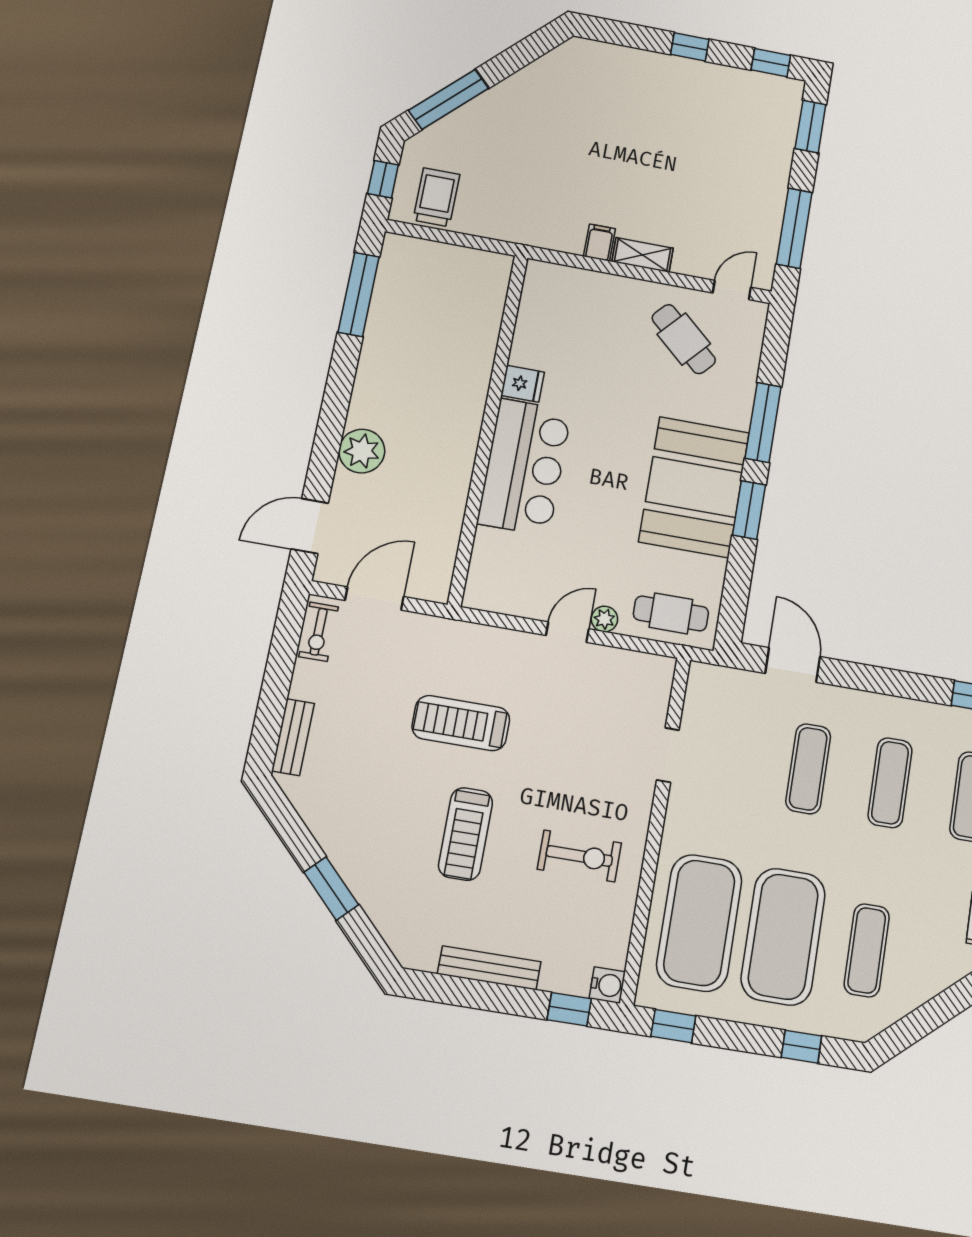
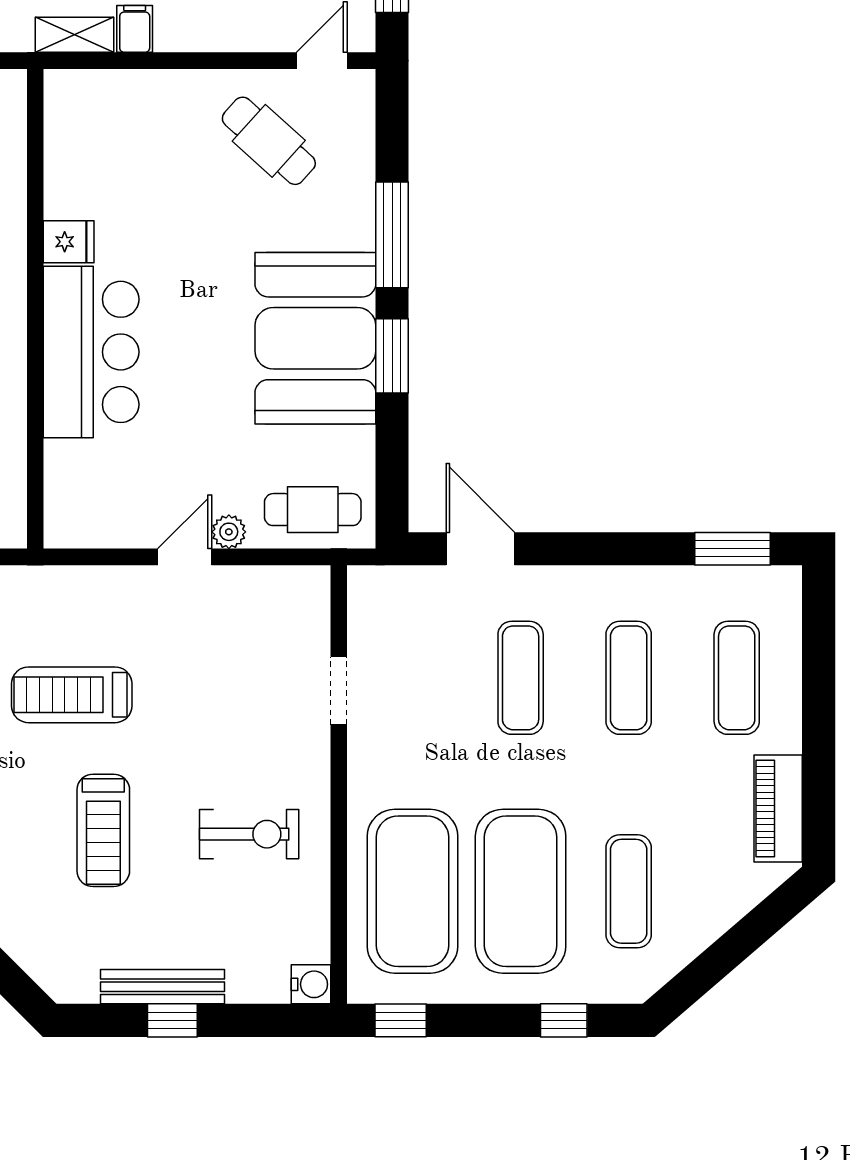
shelving: (643, 255) -> (75, 35), moved
window: (569, 1009) -> (172, 1020), moved

